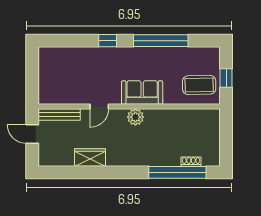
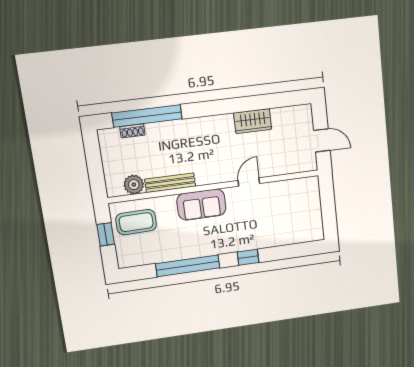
bench: (59, 115) -> (170, 183), moved
plant: (135, 117) -> (134, 185), moved

